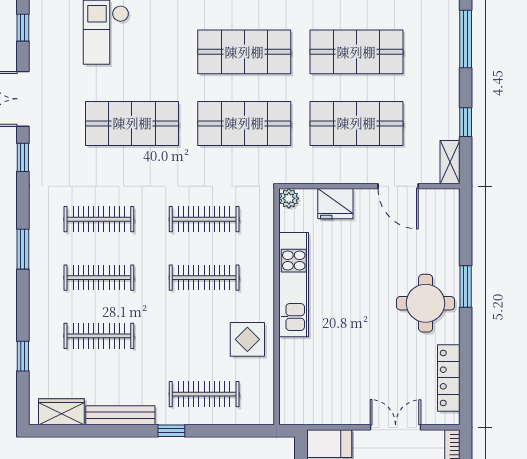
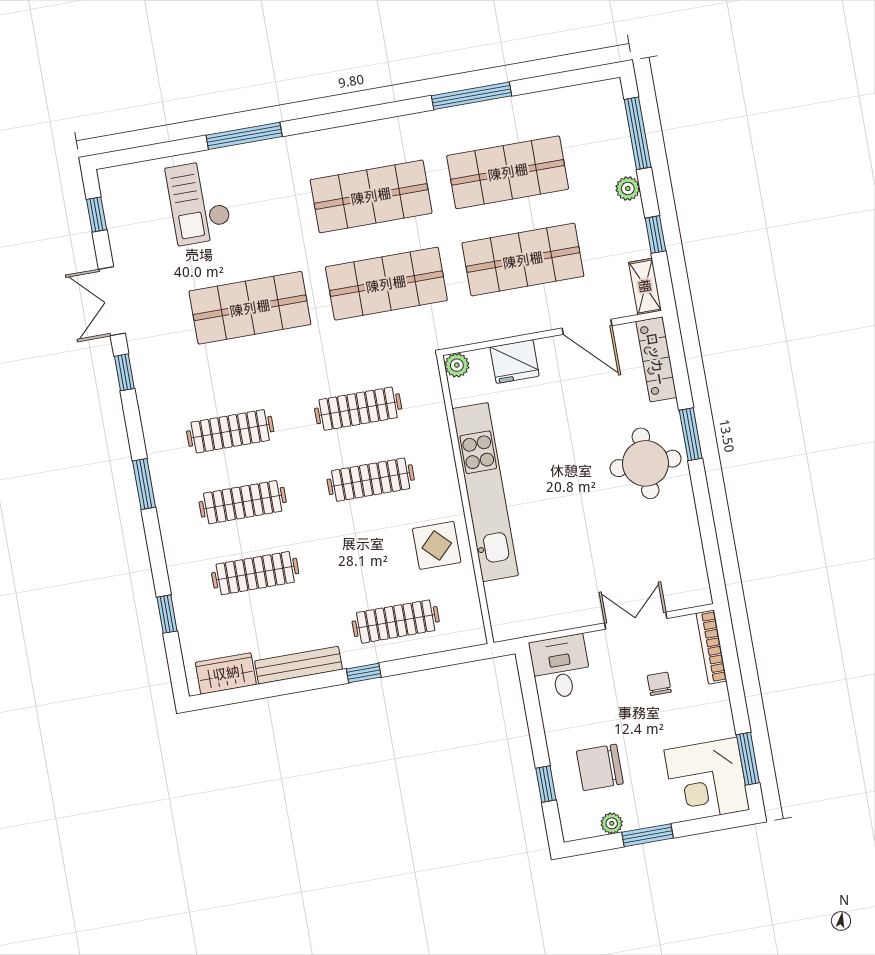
plant: (450, 82) -> (628, 189), added
kitchen unit: (294, 285) -> (485, 492), width x1.36
locker: (449, 378) -> (656, 359), moved

